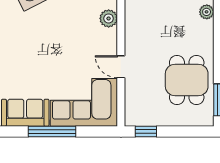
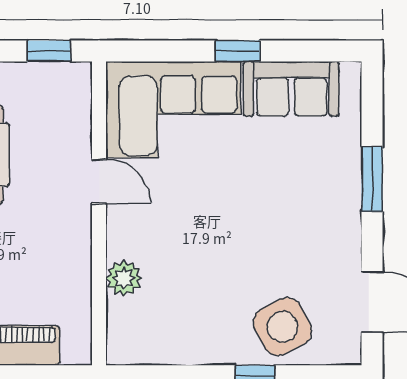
window: (52, 132) -> (238, 51), width x0.46

